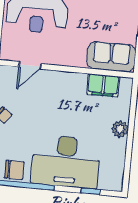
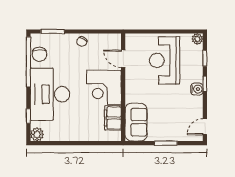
corner desk: (64, 93) -> (104, 87), added
plant: (120, 129) -> (37, 134), moved

